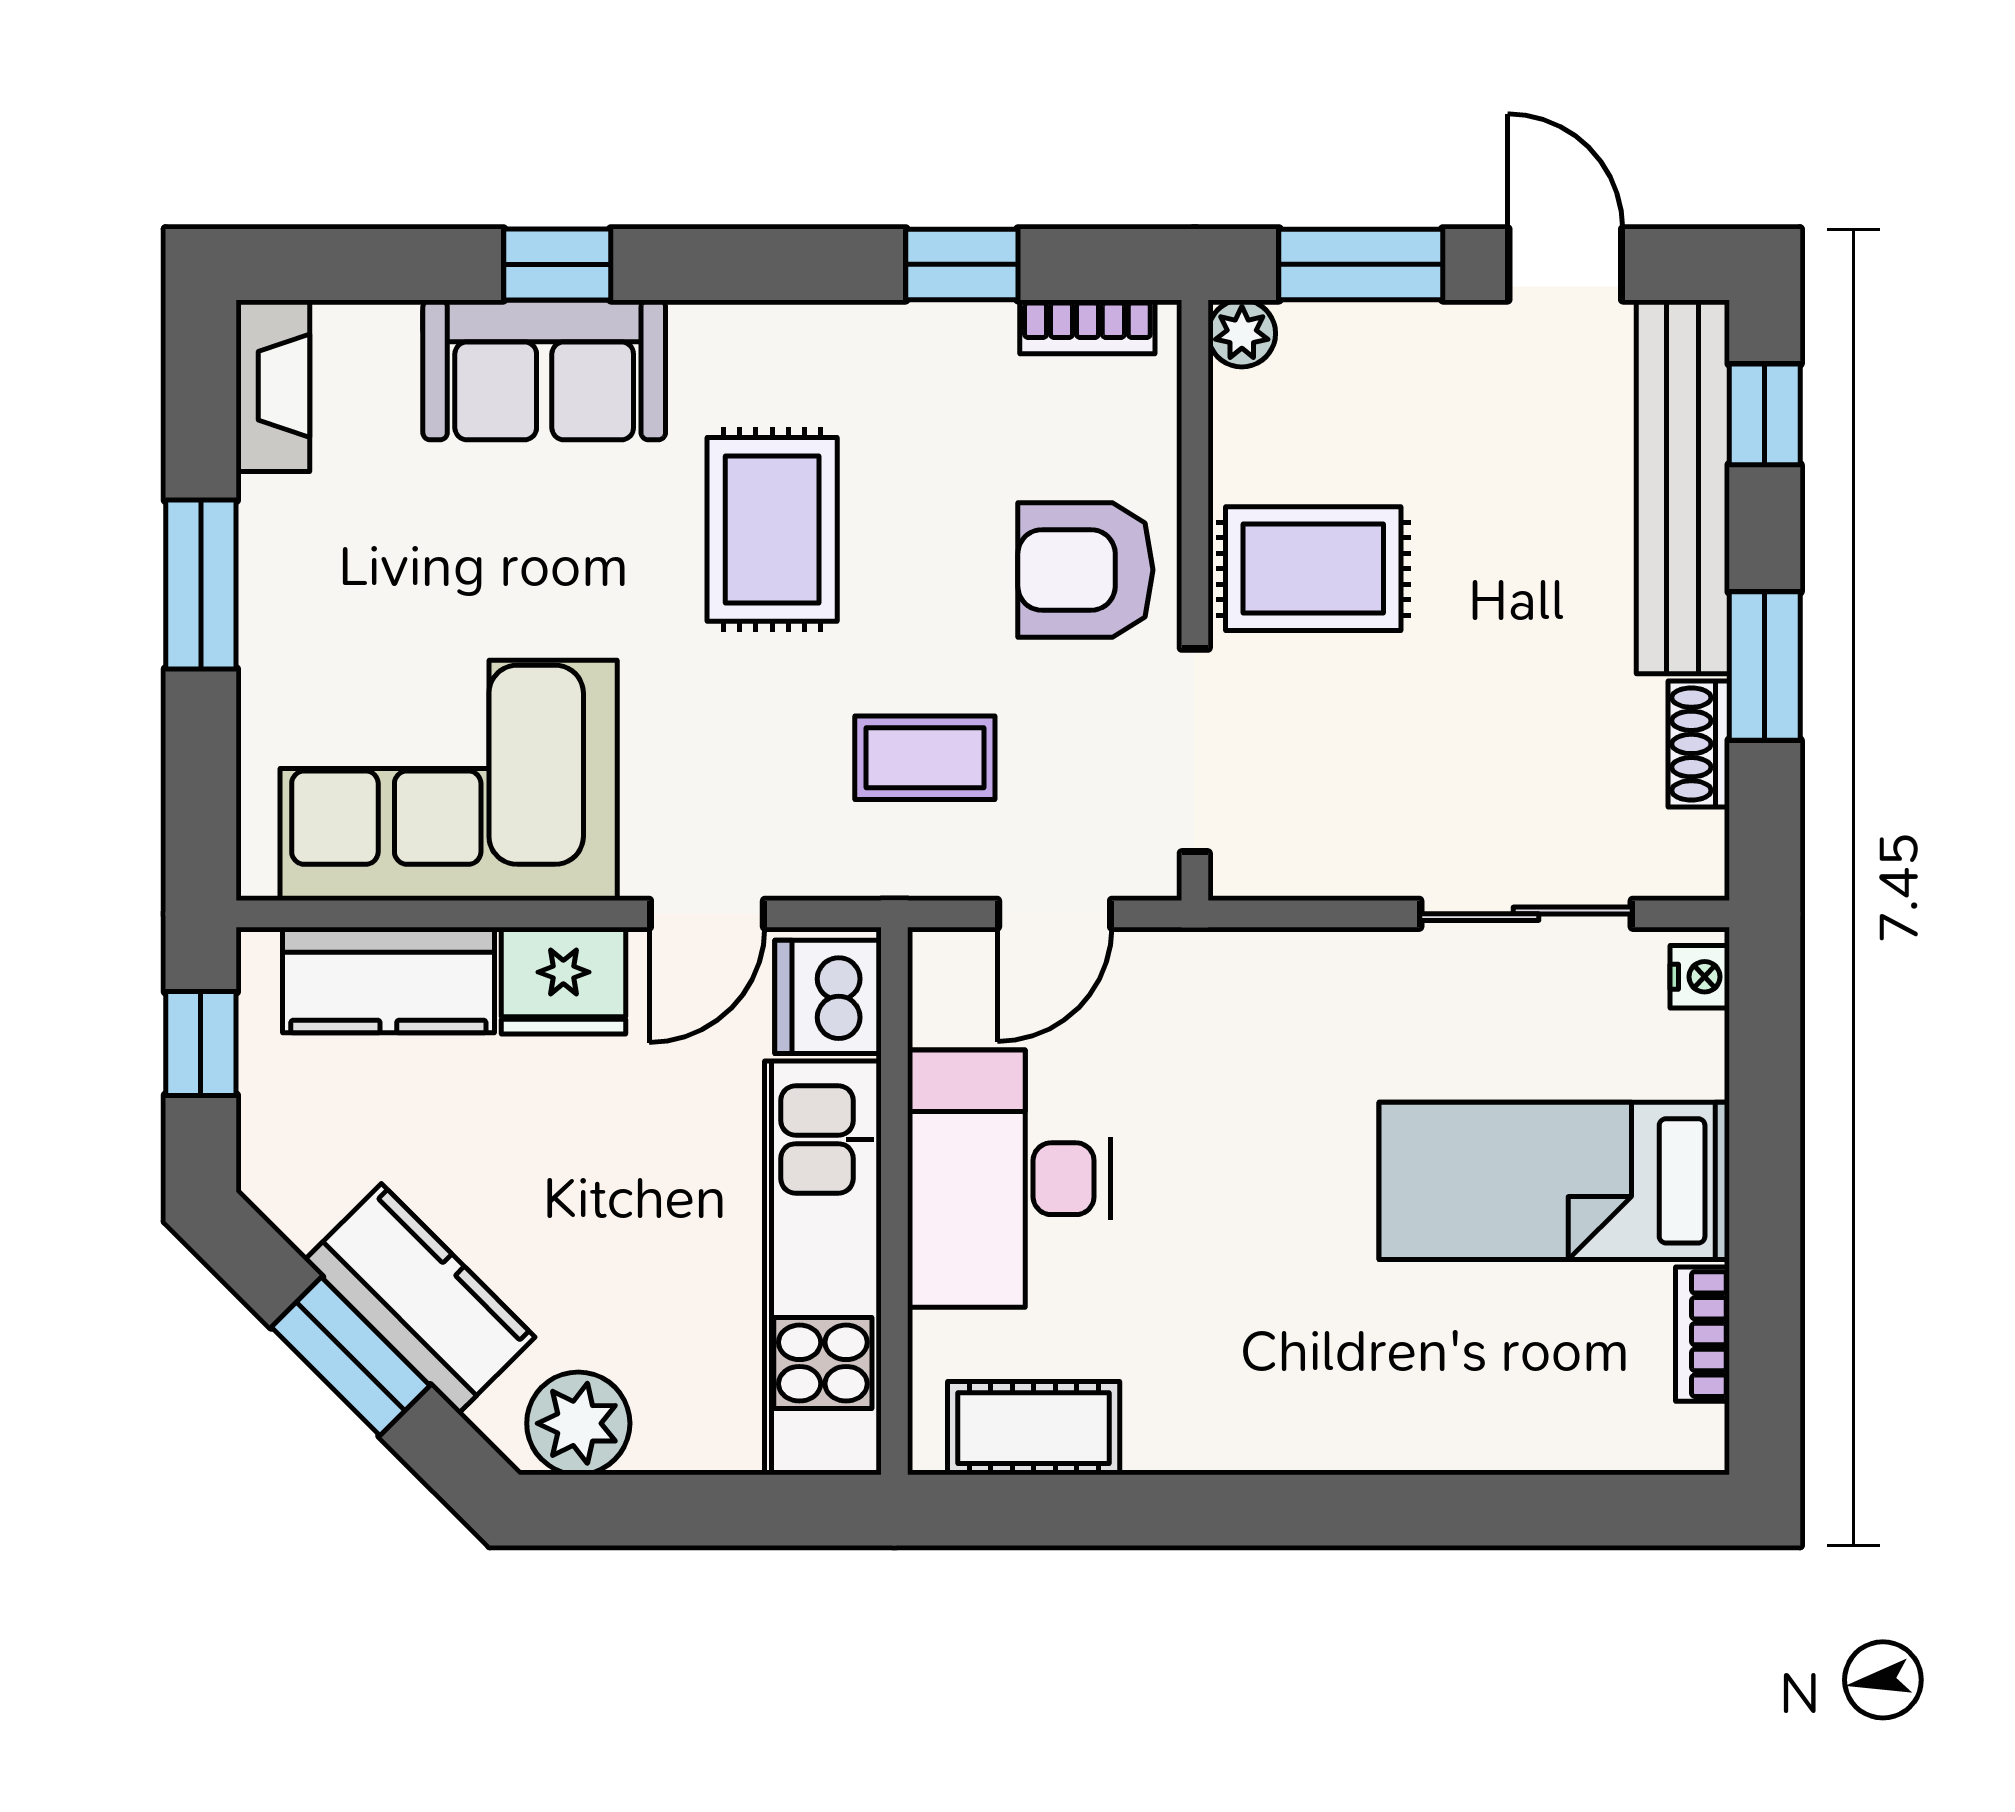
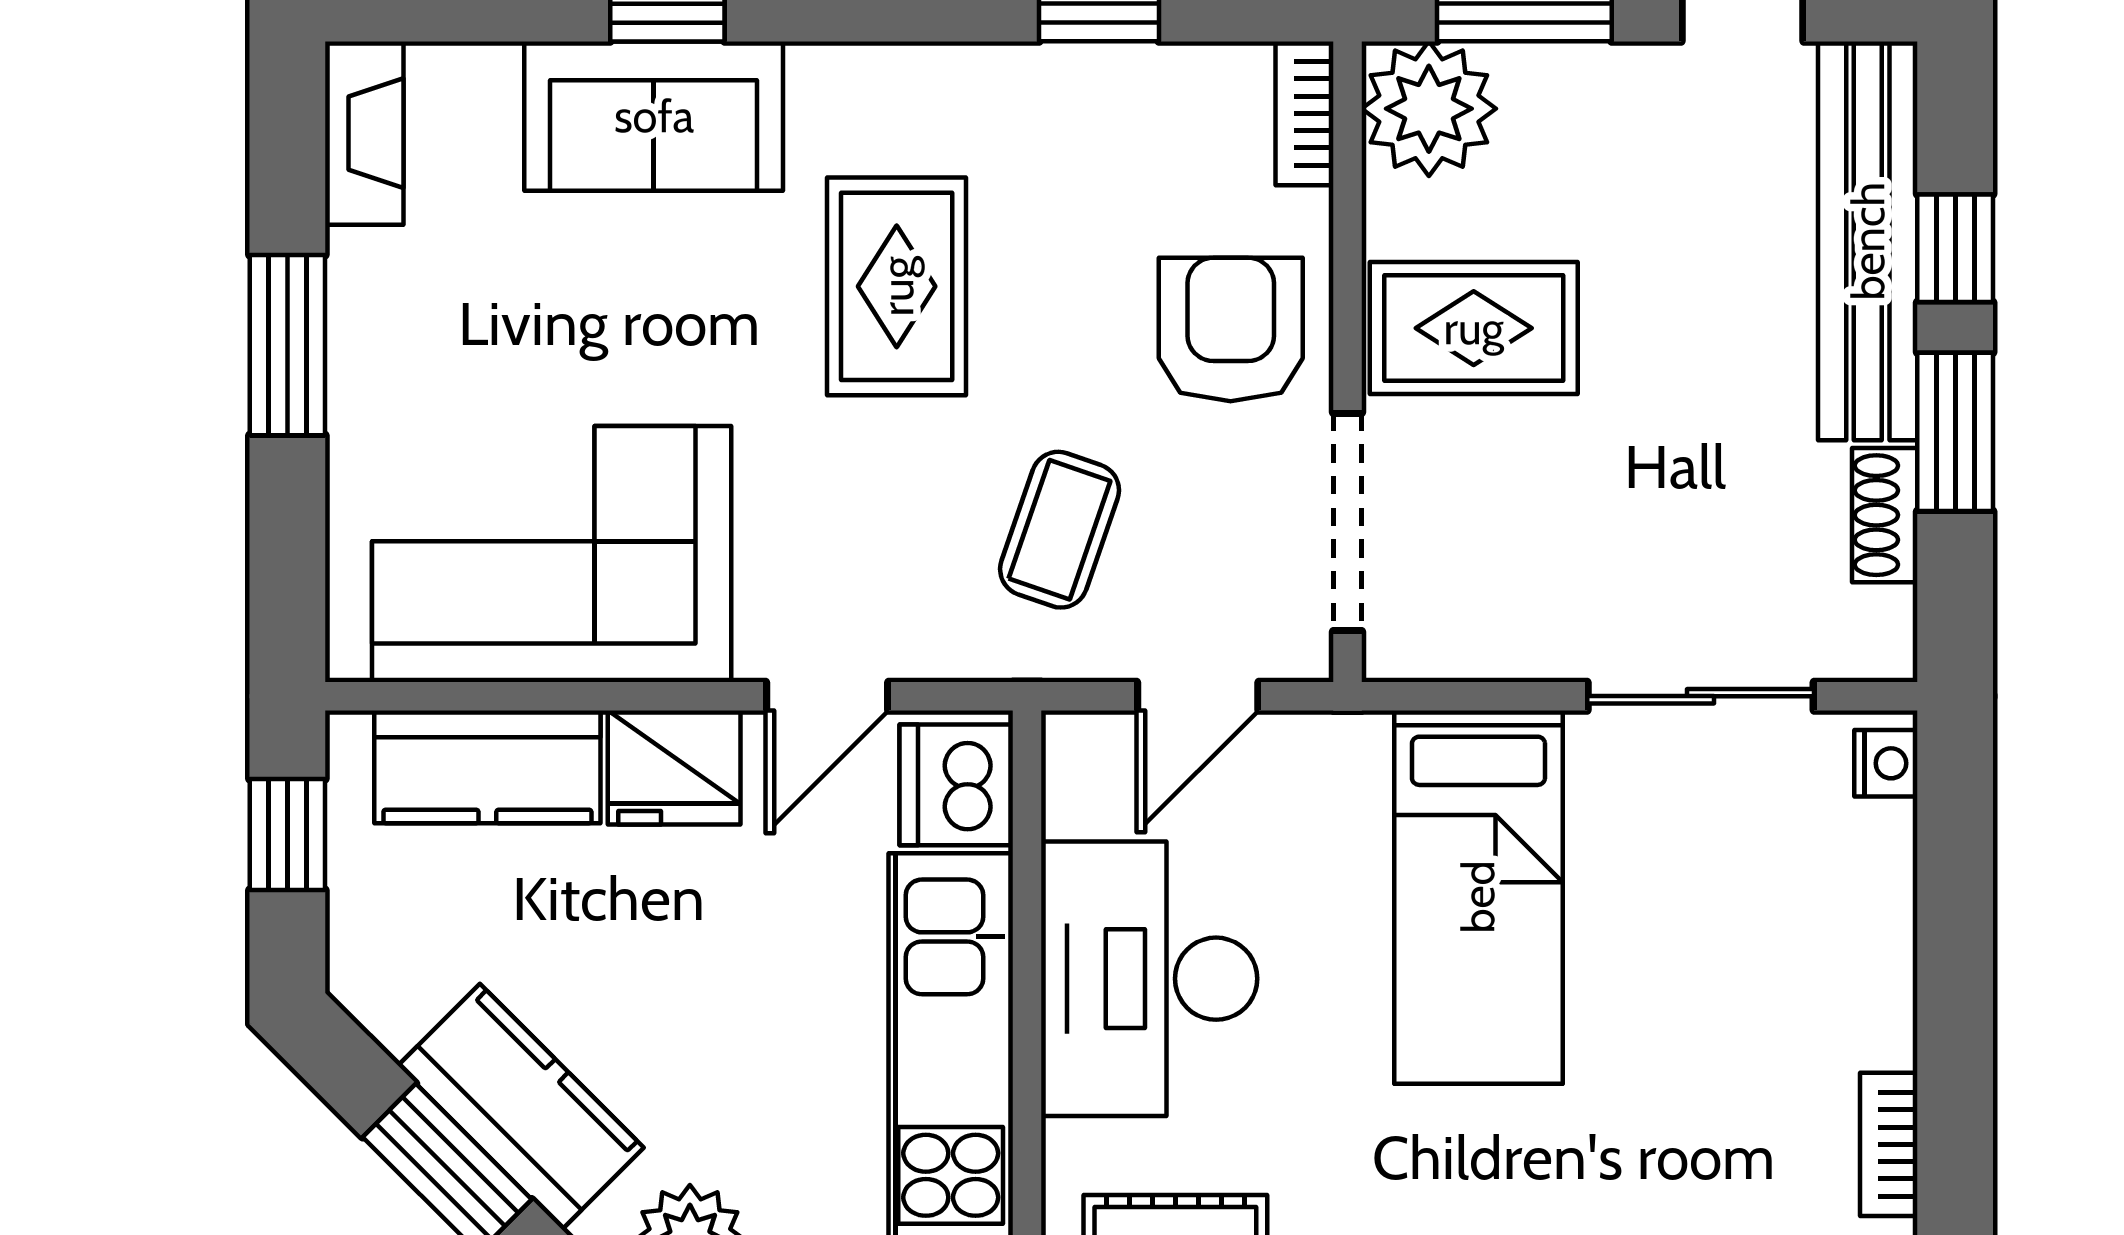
bookcase: (1087, 327) -> (1304, 113), moved, turned 90
plant: (1242, 333) -> (1429, 109), width x1.88, depth x1.88
window: (1765, 414) -> (1955, 248), moved
armchair: (1085, 570) -> (1231, 330), turned 90
coffee table: (925, 758) -> (1060, 530), turned -71
bed: (1554, 1181) -> (1478, 897), moved, turned -90

